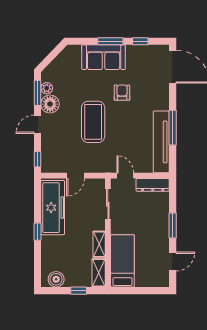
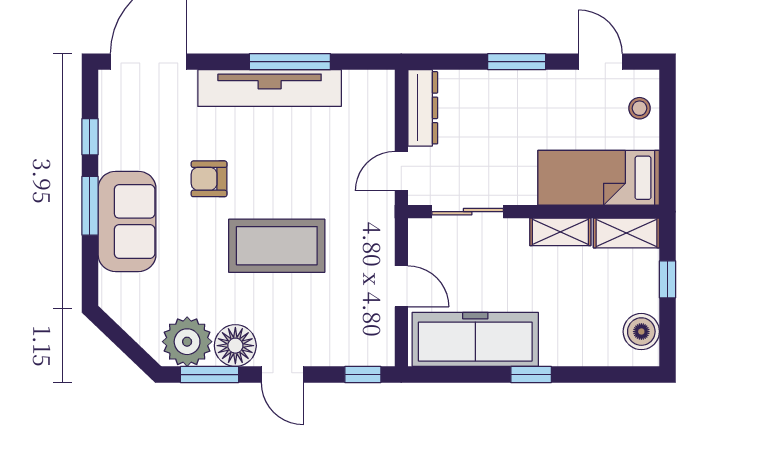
plant: (47, 88) -> (187, 342), width x1.88, depth x1.88
tv unit: (161, 142) -> (270, 88), moved
stool: (152, 278) -> (640, 108), added

